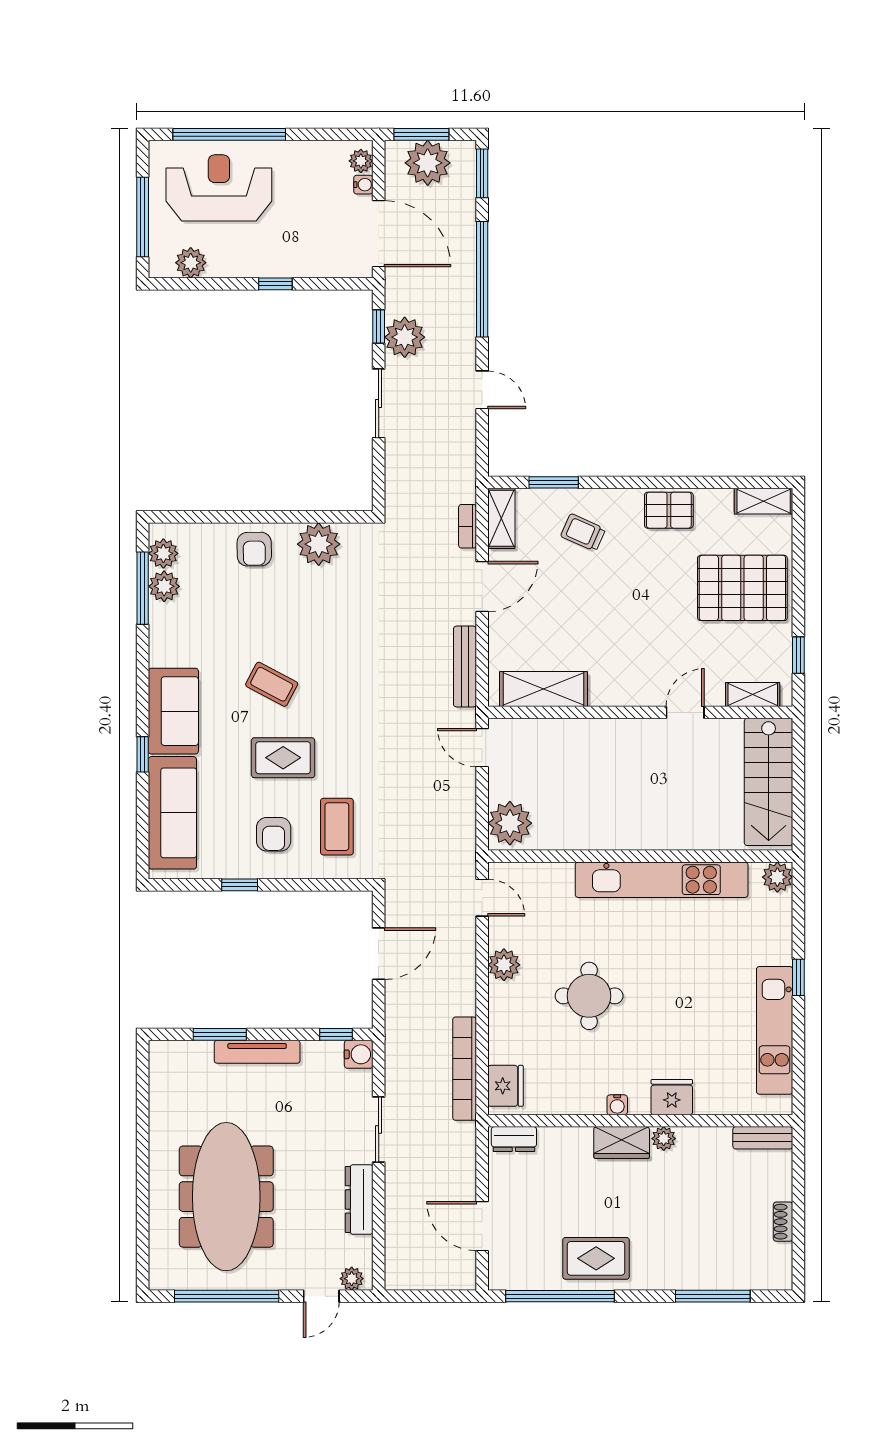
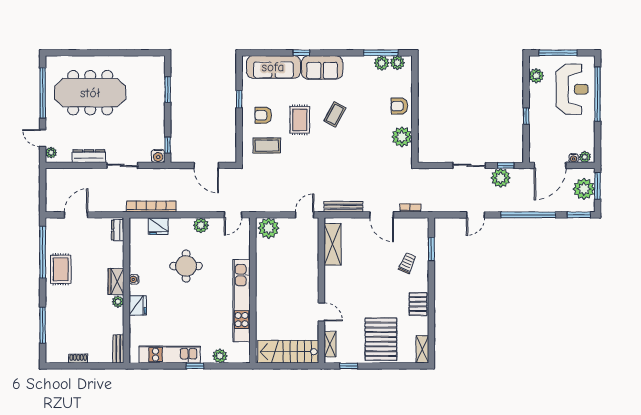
shelving: (501, 518) -> (414, 224), removed
plant: (777, 877) -> (220, 356), moved
tv unit: (257, 1052) -> (159, 107), removed
fridge: (506, 1086) -> (158, 226), moved

